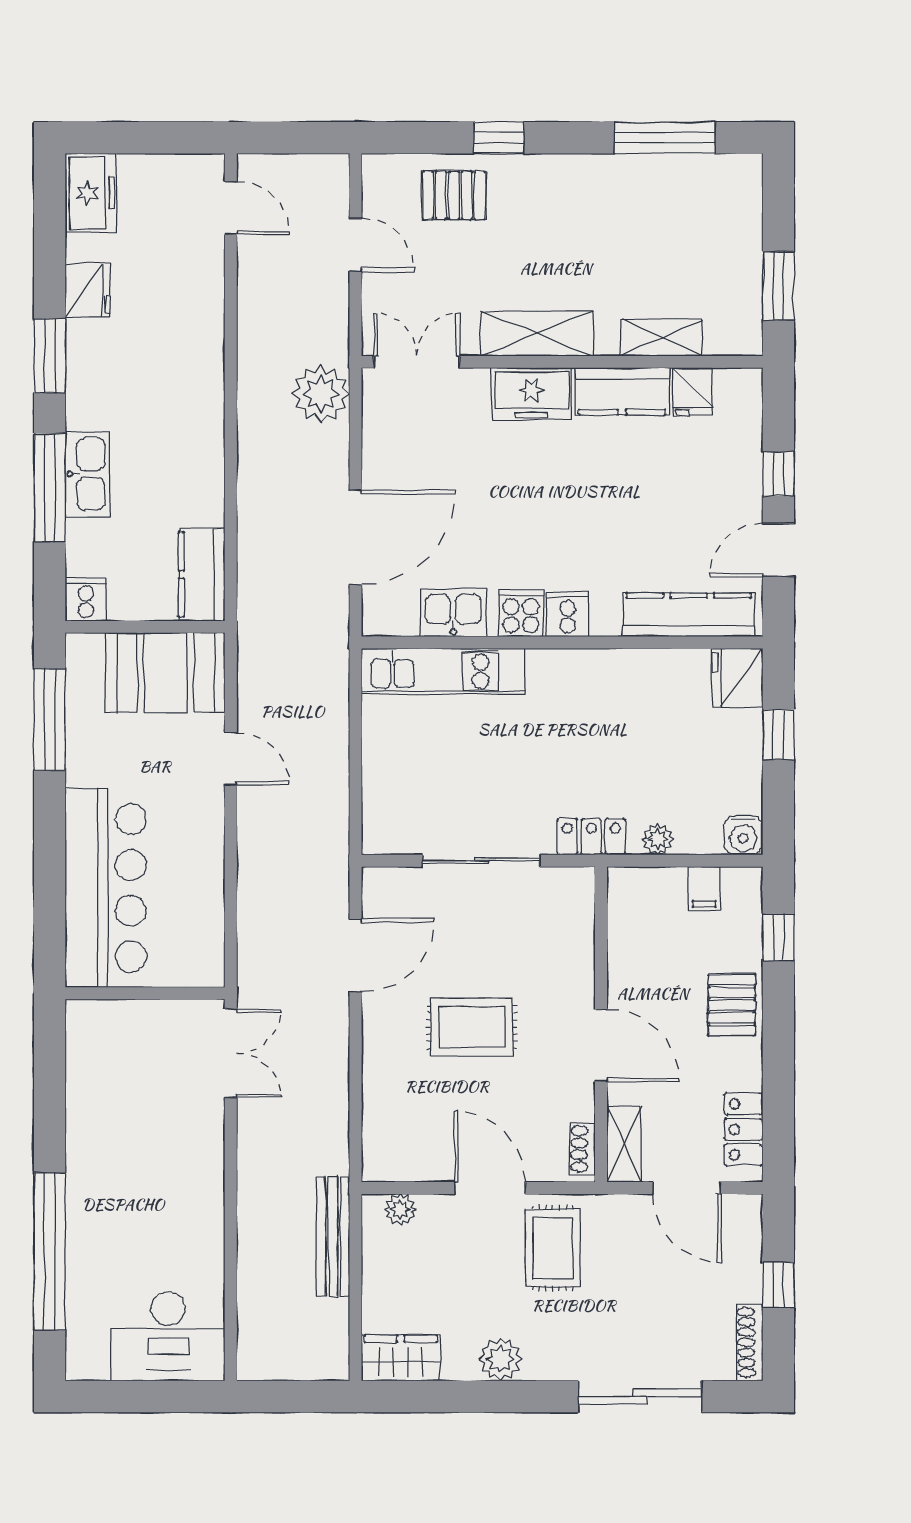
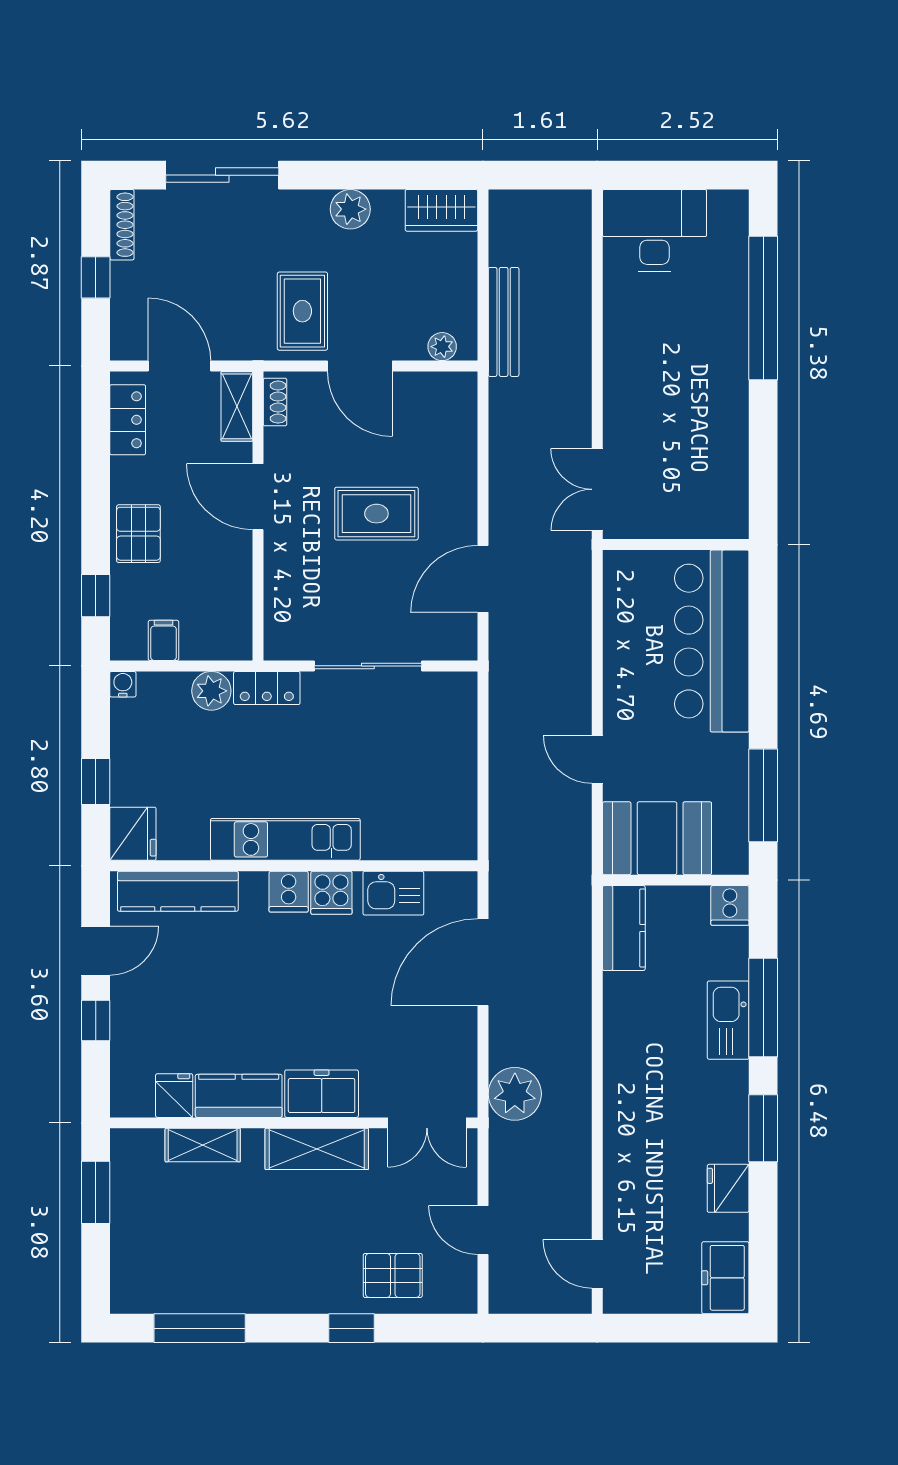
kitchen unit: (443, 671) -> (285, 839), moved
water cooler: (743, 835) -> (123, 684), width x0.72, depth x0.72
plant: (658, 839) -> (211, 691), width x1.38, depth x1.38

